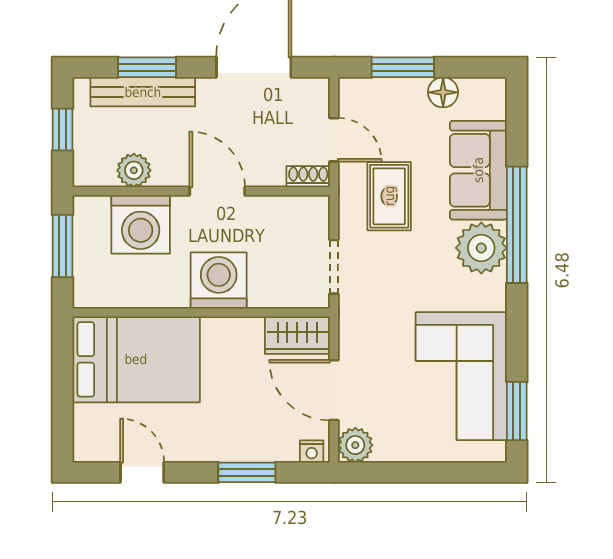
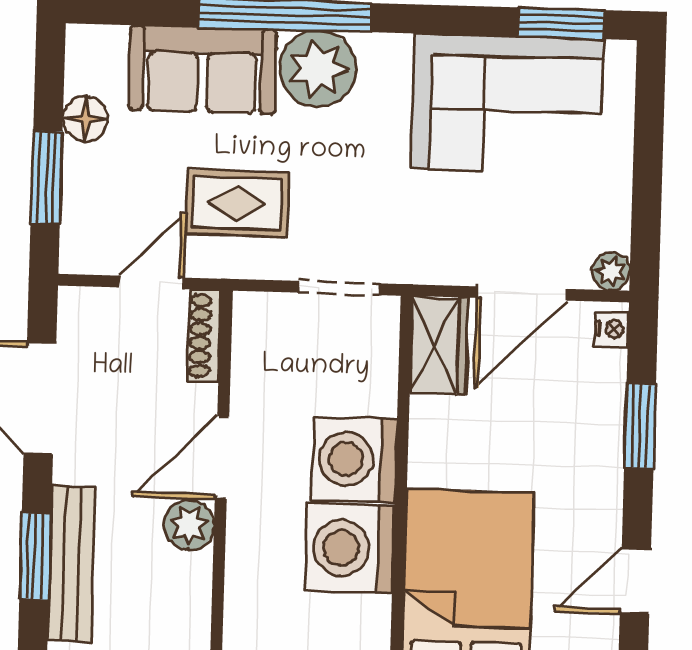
plant: (134, 170) -> (189, 525), moved
shoe rack: (308, 177) -> (204, 336), width x1.43
washing machine: (141, 224) -> (350, 548), moved, turned 180
plant: (355, 445) -> (611, 271), width x0.73, depth x0.73

